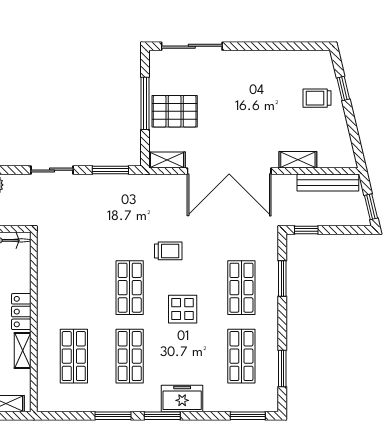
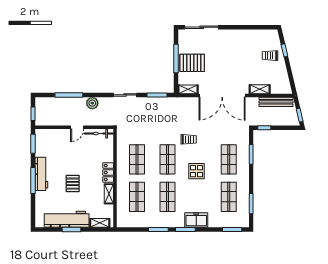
shop shelf: (74, 288) -> (137, 159), added

